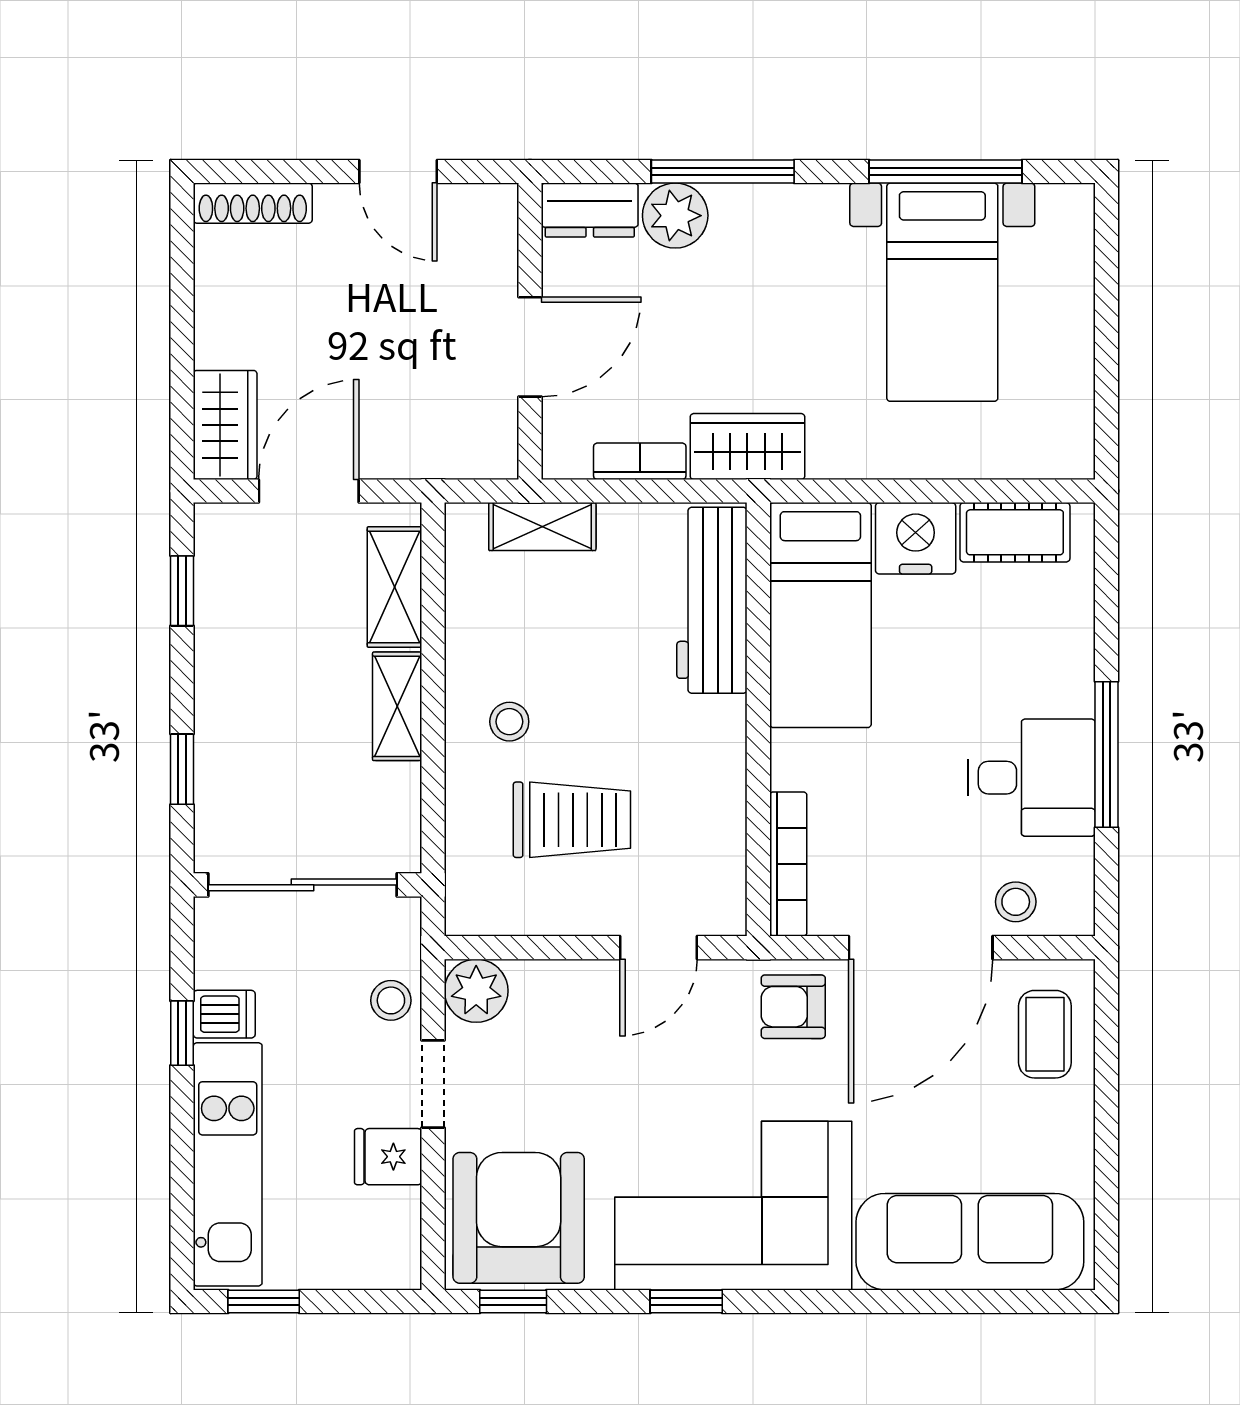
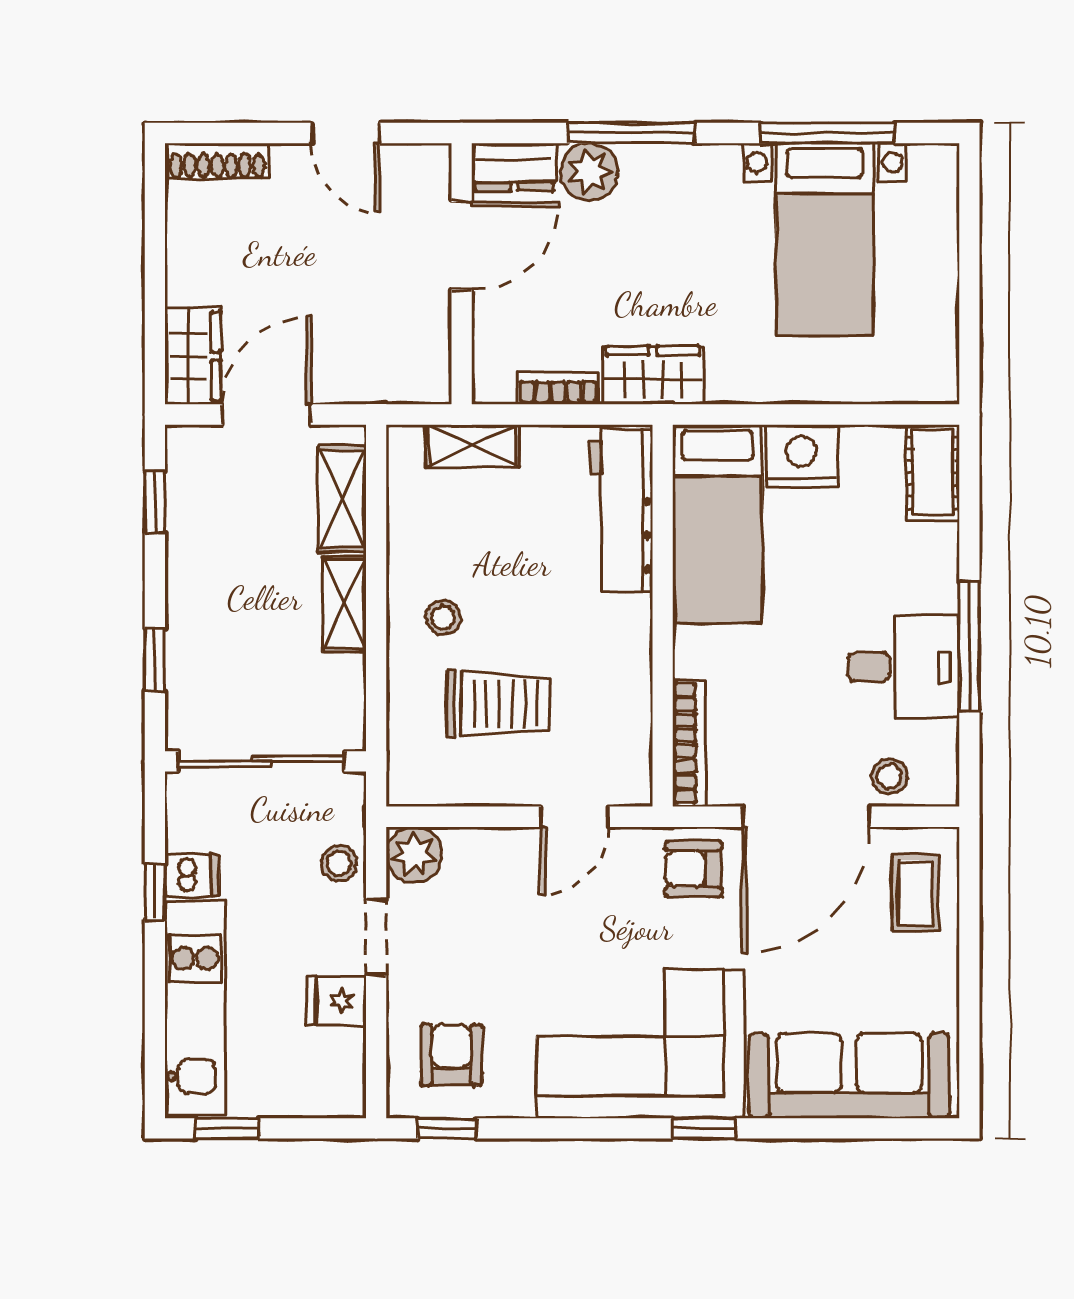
door: (530, 347) -> (462, 246), moved
cot: (1015, 532) -> (933, 473), moved, turned 90
armchair: (519, 1218) -> (451, 1055), width x0.53, depth x0.53
window: (686, 1301) -> (704, 1128), moved

